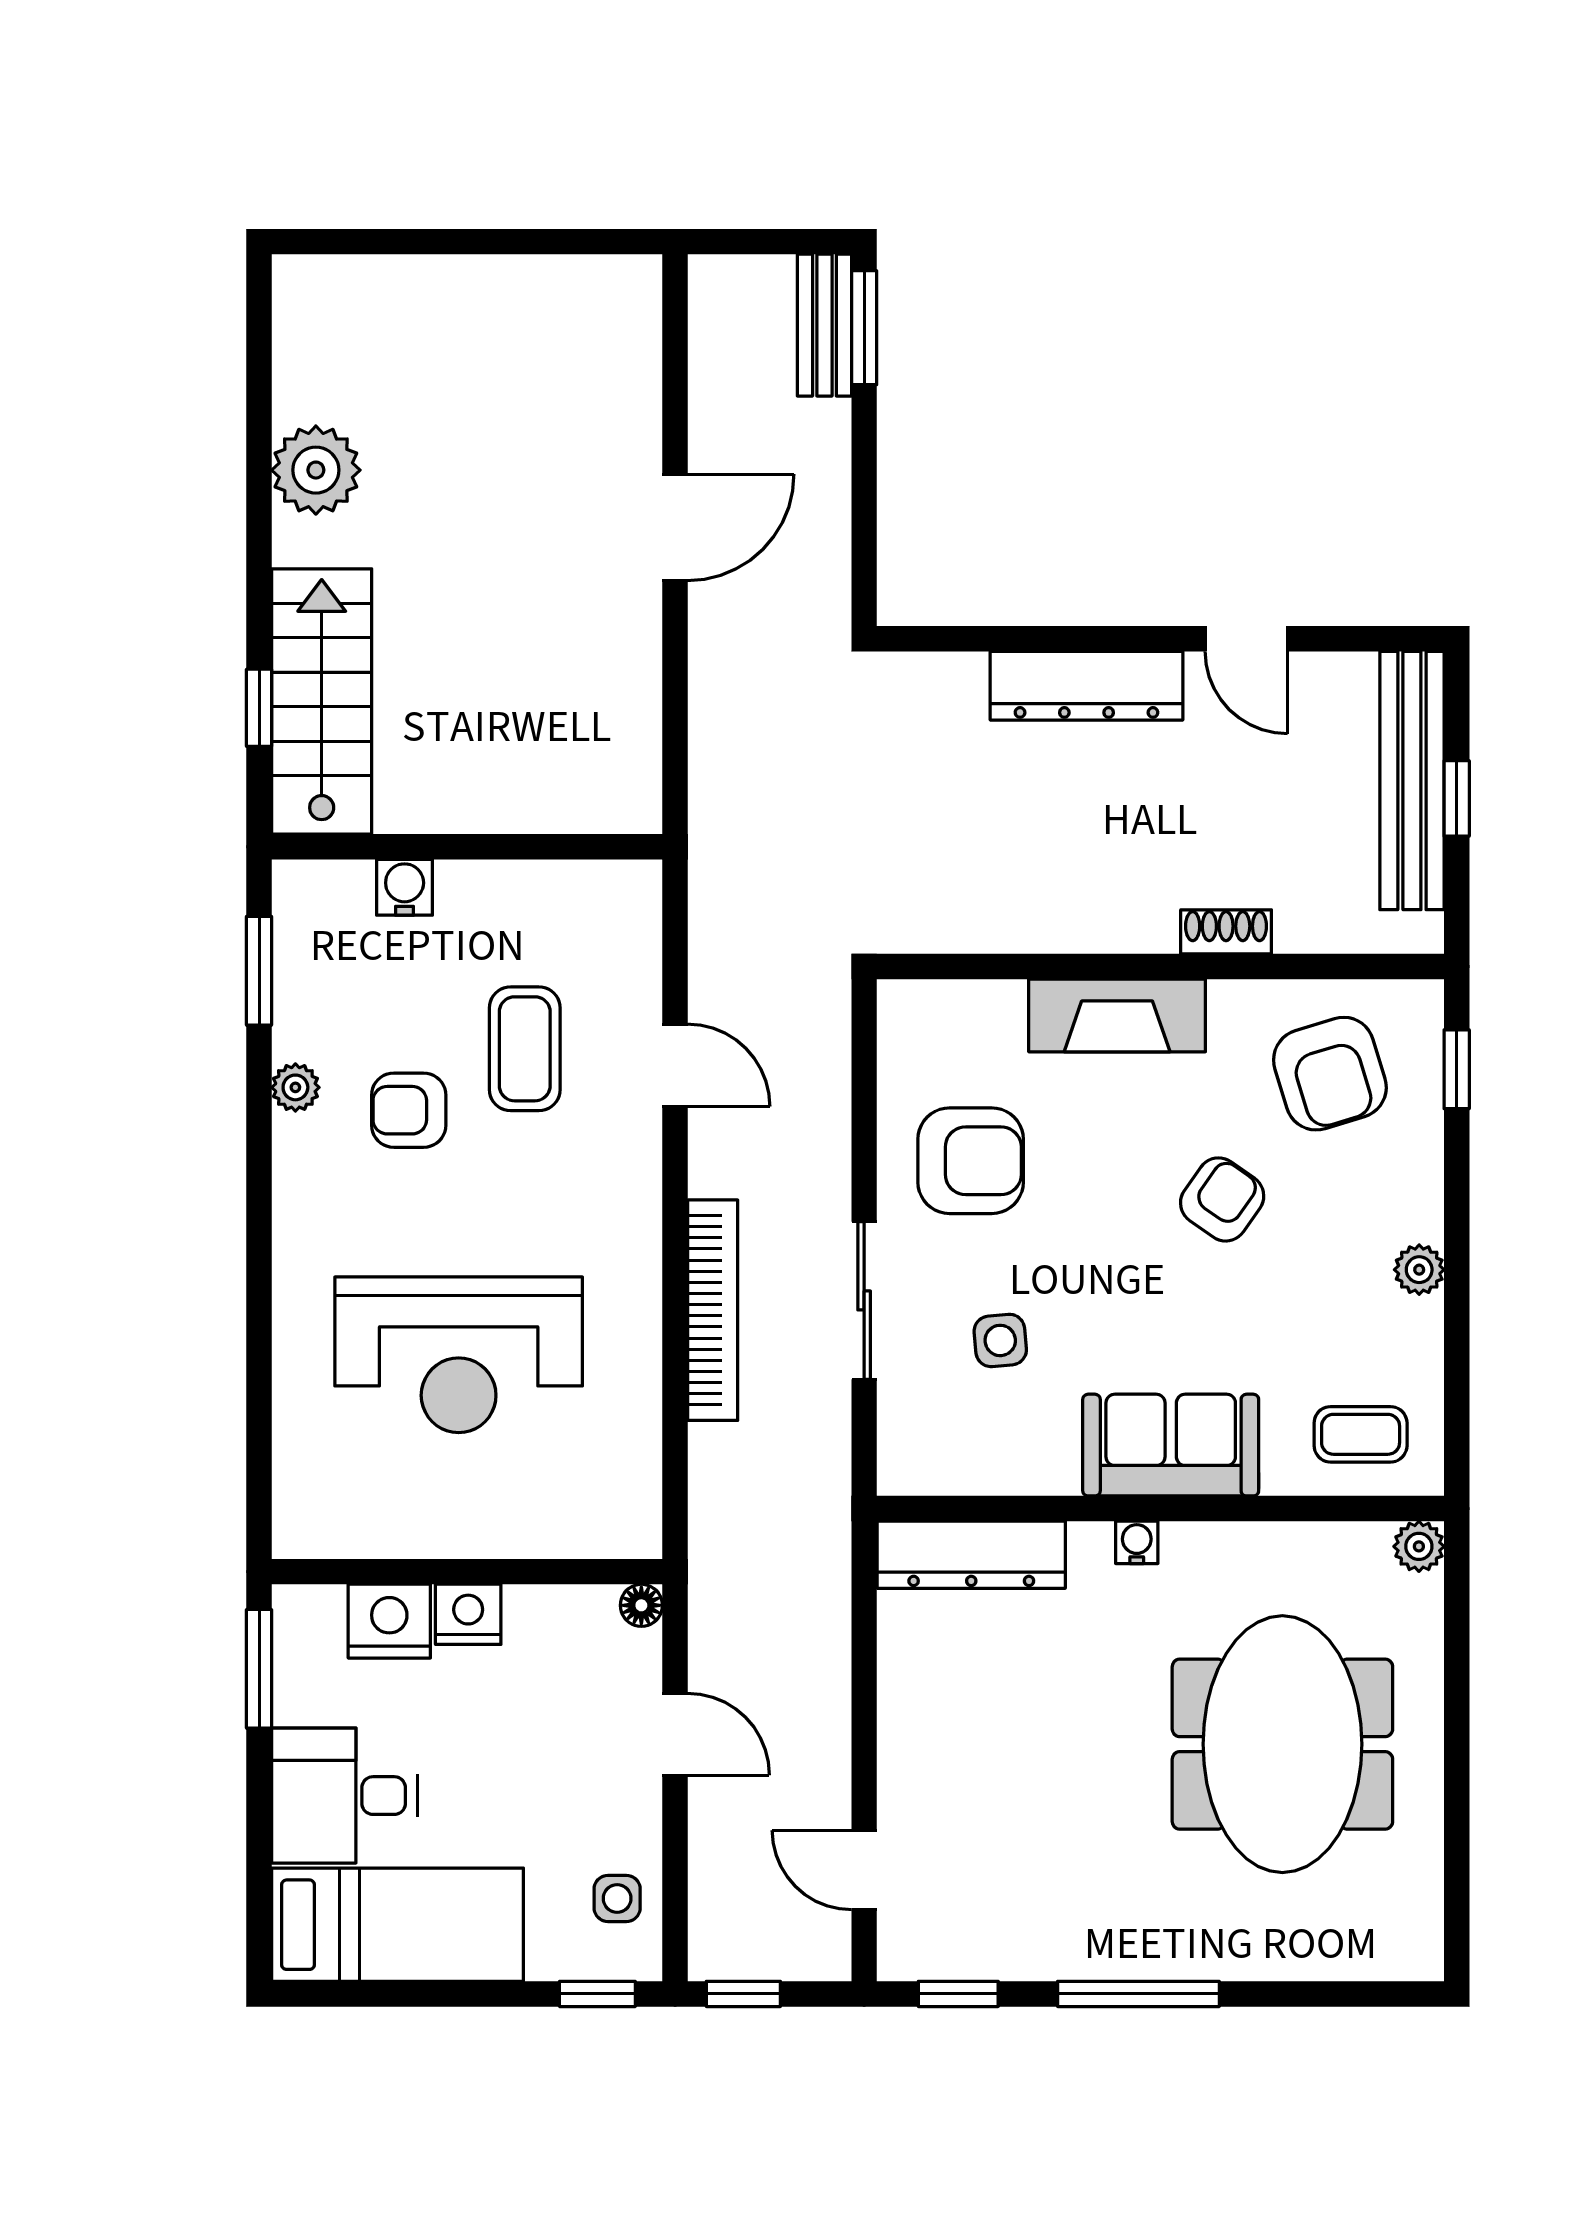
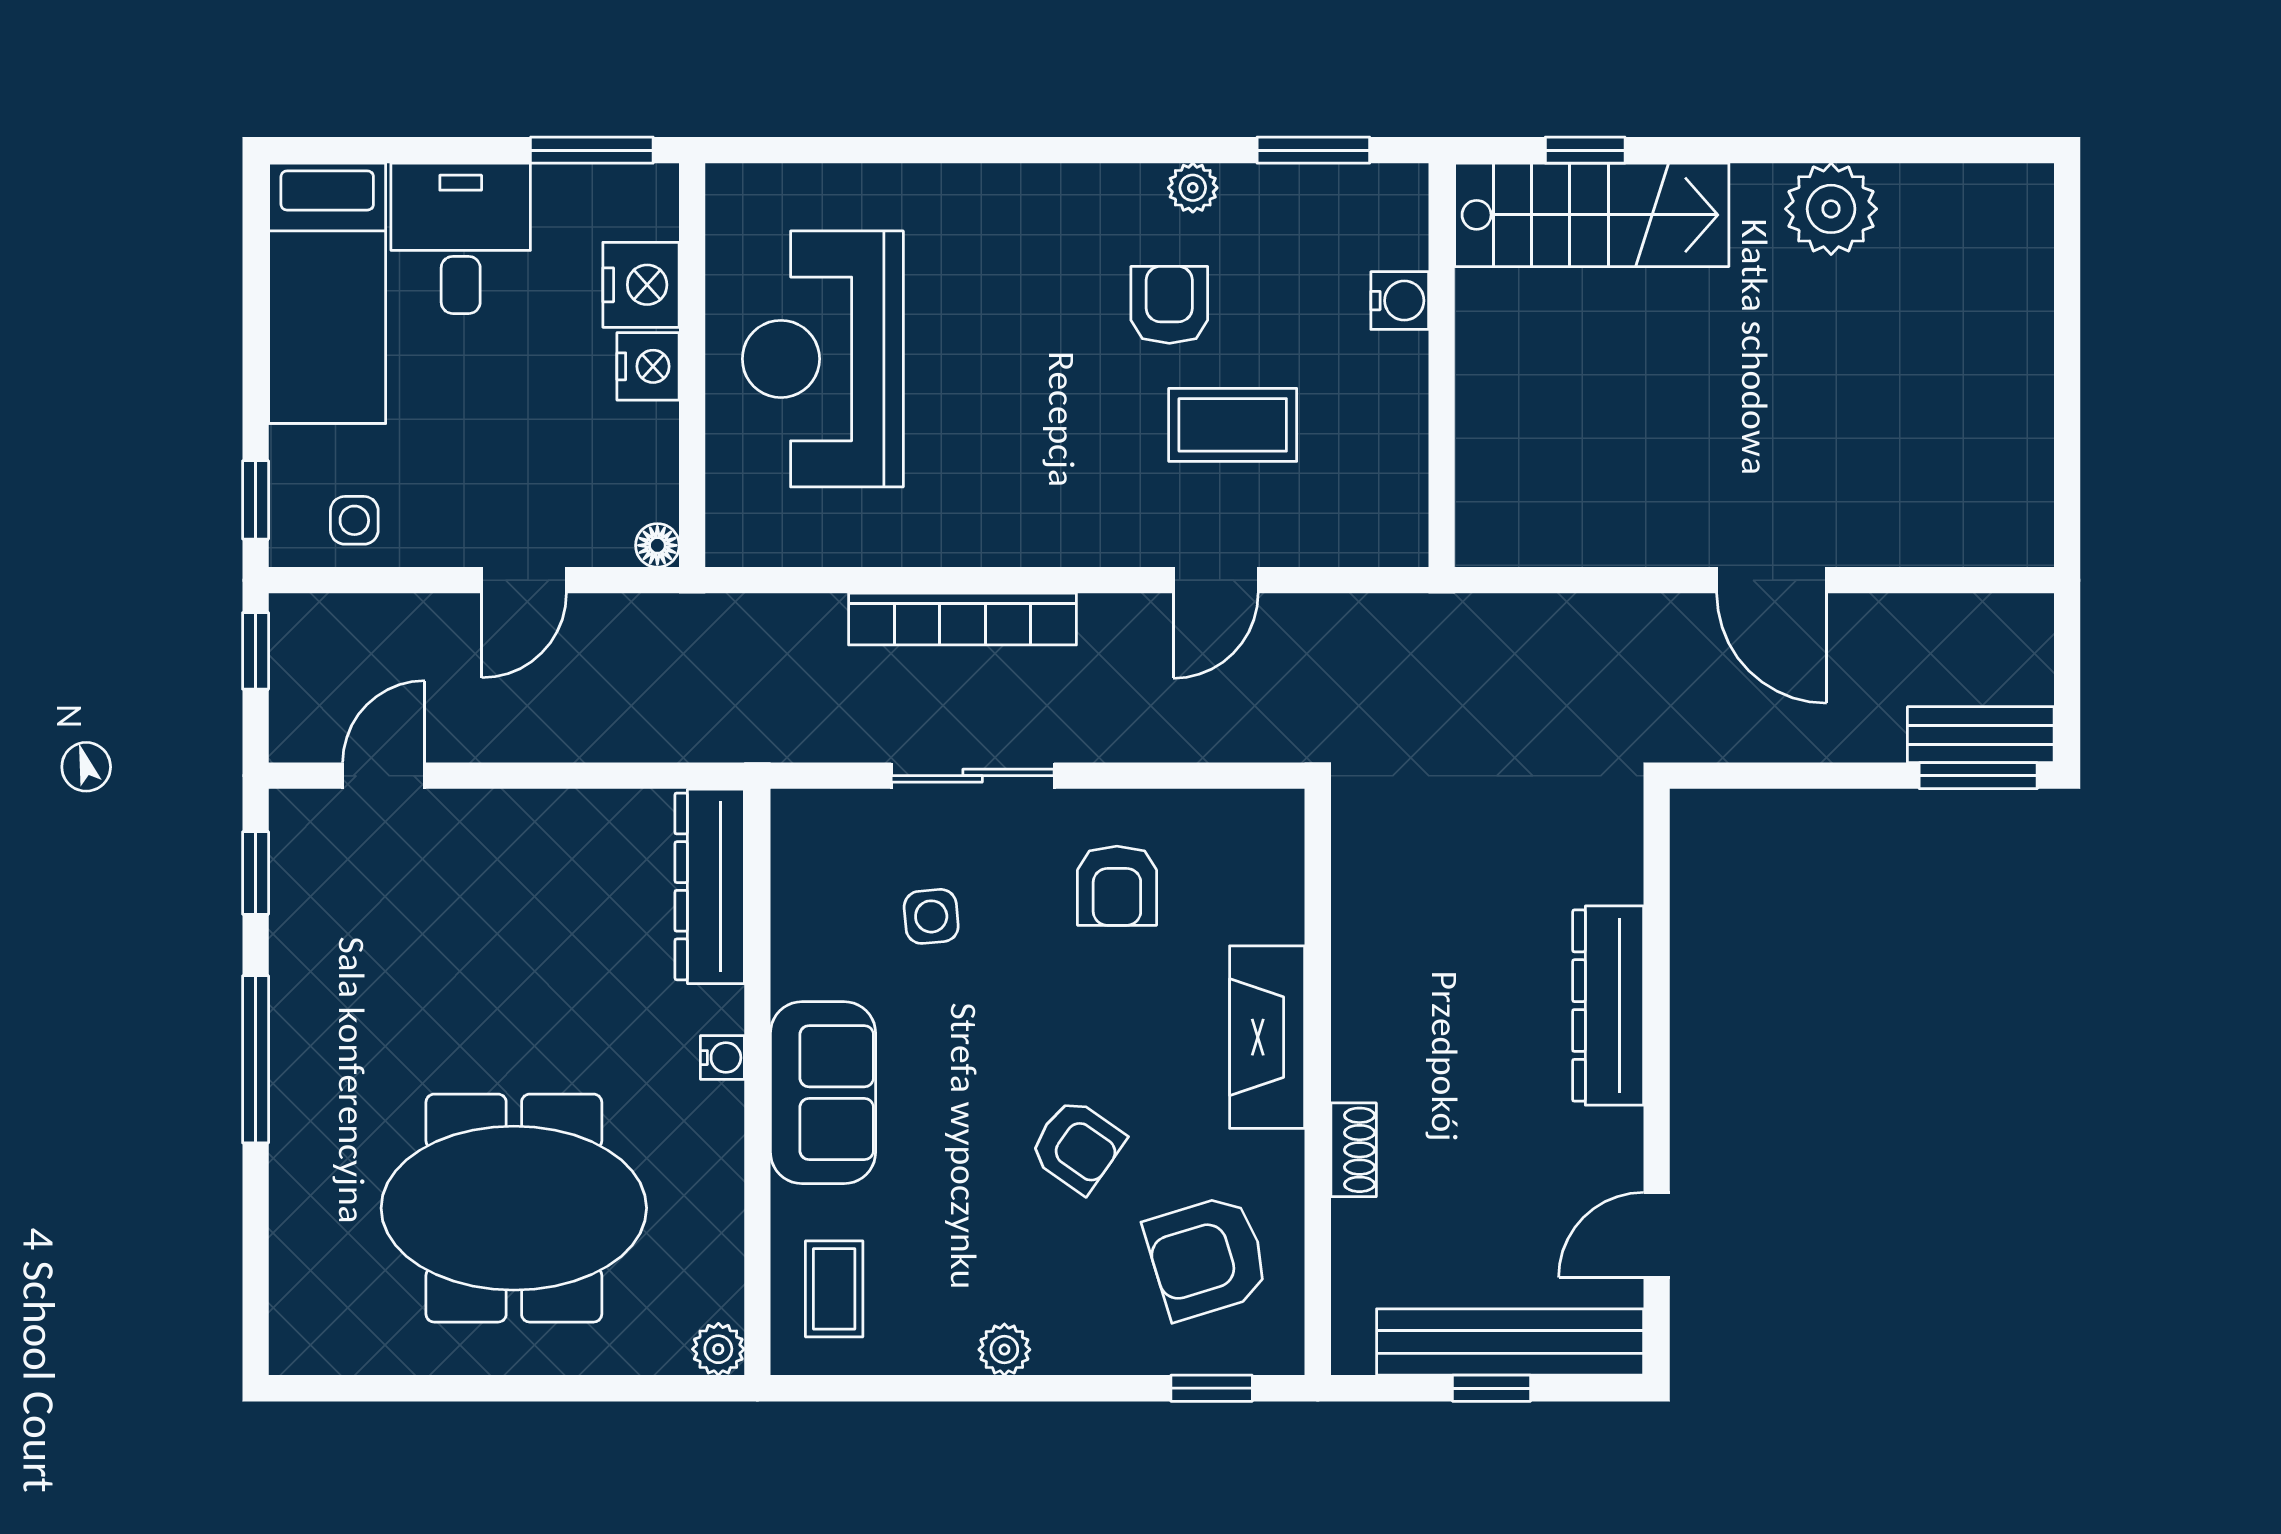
door: (1246, 639) -> (1657, 1235), moved
armchair: (971, 1161) -> (1117, 886), width x0.72, depth x0.72
reception desk: (459, 1355) -> (823, 359), moved

